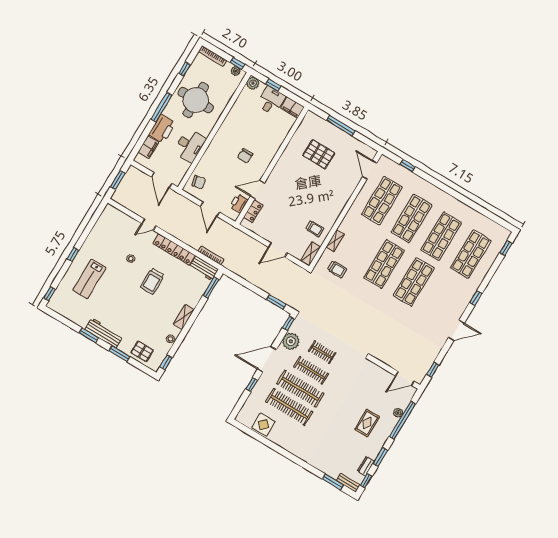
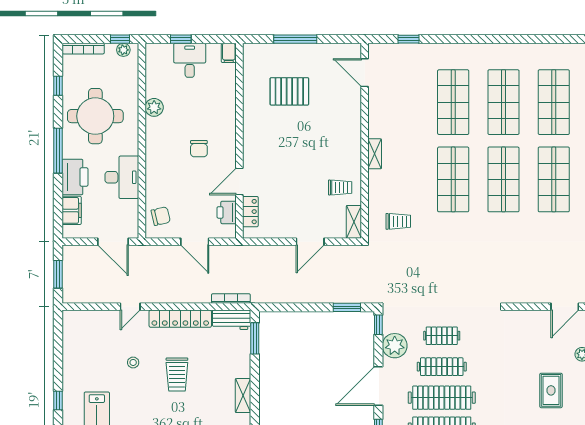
plant: (253, 83) -> (154, 107), moved
filing cabinet: (292, 108) -> (229, 53), width x0.50
shop shelf: (382, 201) -> (554, 179), moved
shelving: (335, 241) -> (375, 154), moved

